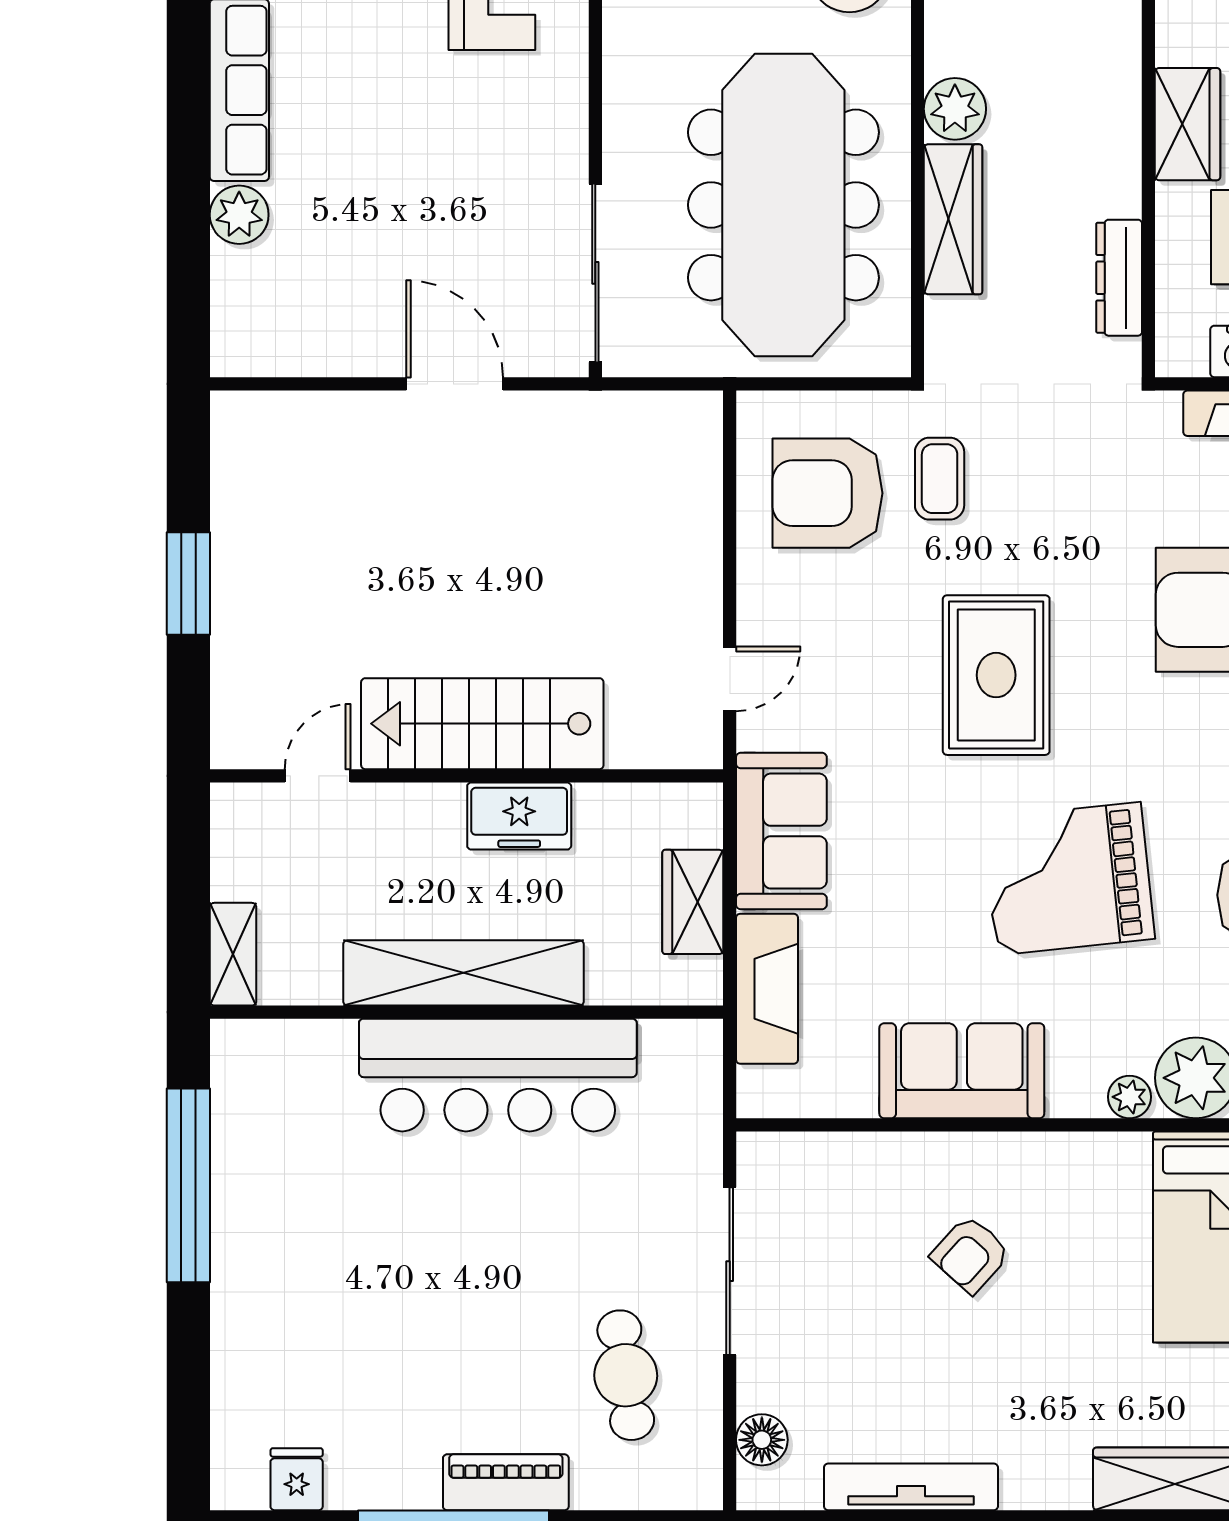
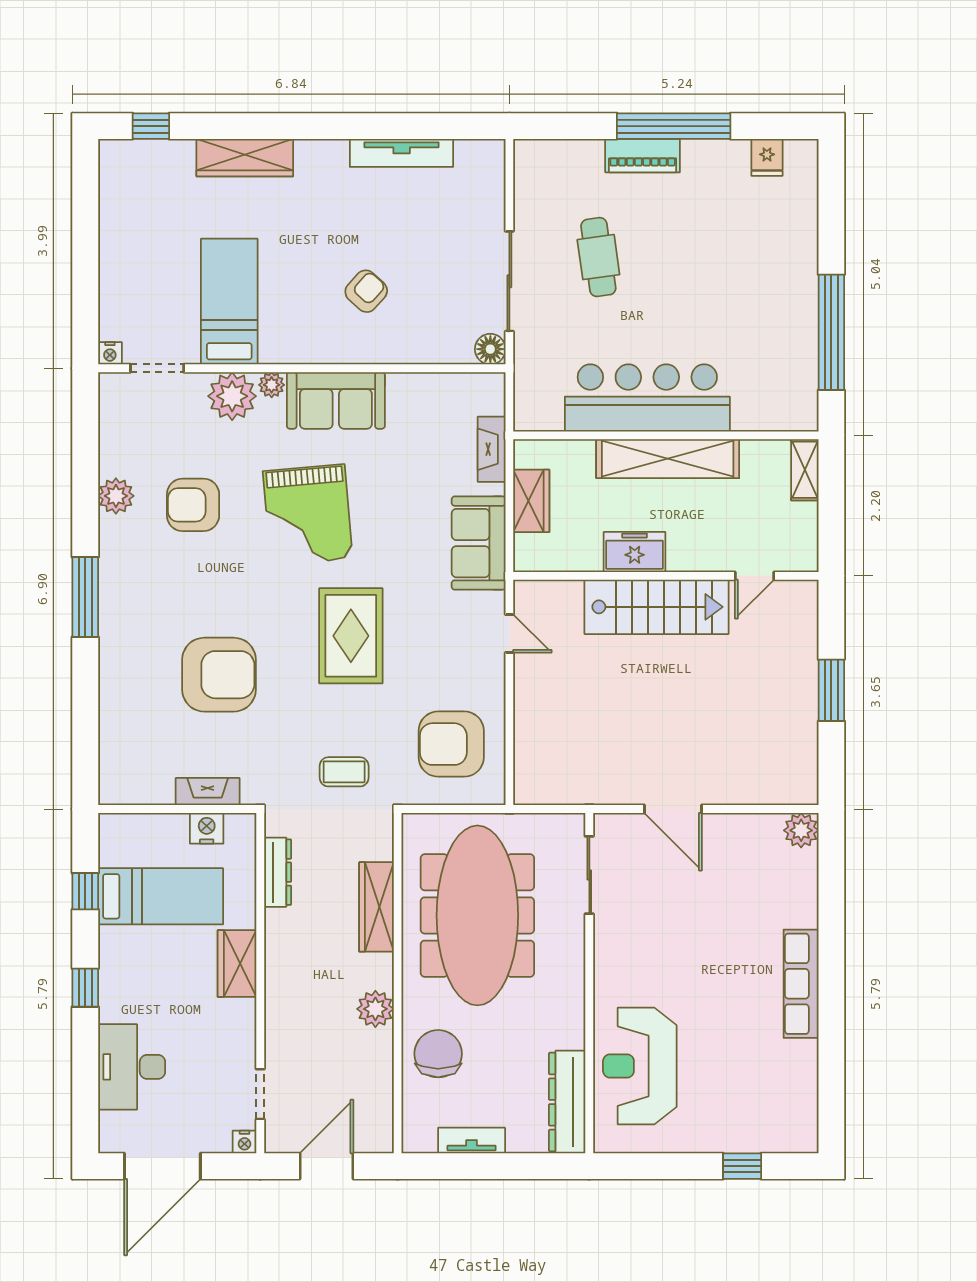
plant: (955, 109) -> (375, 1009), moved
plant: (239, 215) -> (801, 830), moved
sliding door: (595, 273) -> (589, 875), width x0.73
coffee table: (940, 479) -> (344, 772), moved, turned 90
armchair: (828, 493) -> (451, 744), turned 180
door: (730, 679) -> (509, 634), swing flipped
grand piano: (1069, 879) -> (308, 515), turned 91
fireplace: (767, 989) -> (492, 449), width x0.73, depth x0.76
sofa: (962, 1071) -> (336, 400), moved
cafe table: (626, 1375) -> (598, 257), moved
floor lamp: (762, 1440) -> (490, 349), moved

